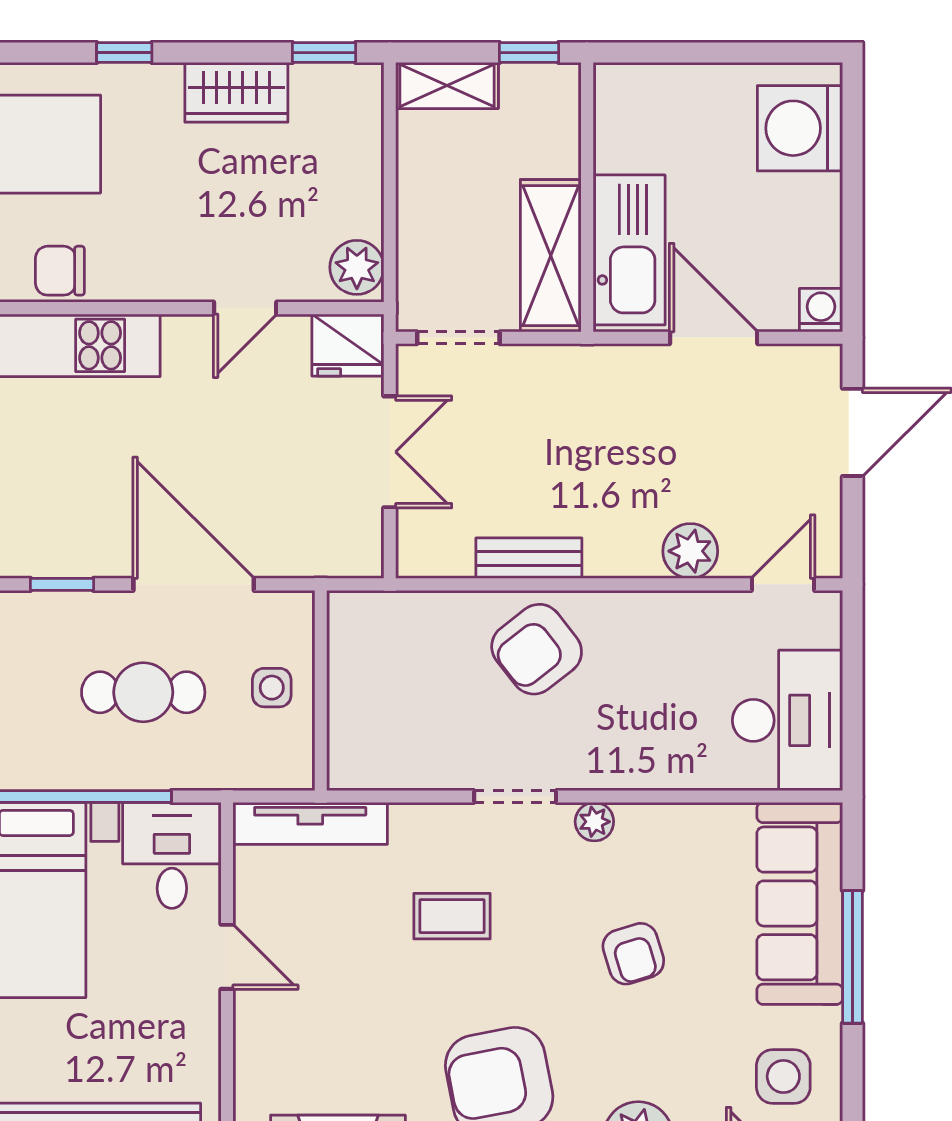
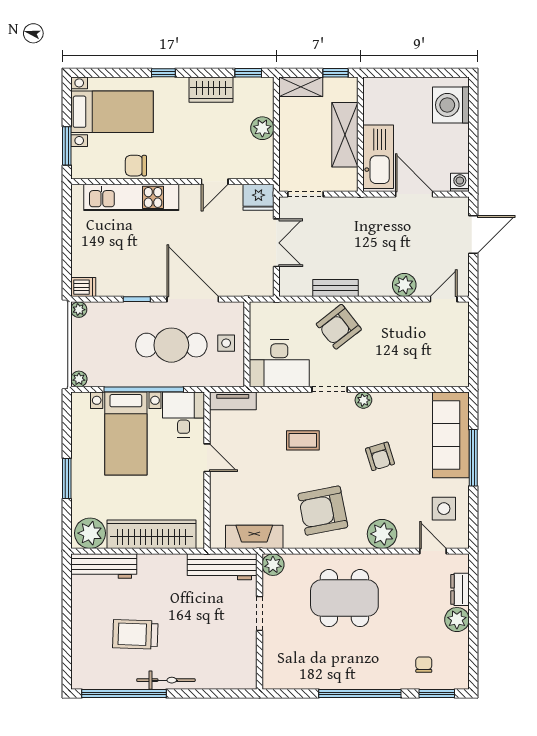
shelving: (551, 256) -> (345, 135), moved
plant: (357, 267) -> (262, 128), moved
cafe table: (143, 692) -> (171, 345), width x1.37, depth x1.35
desk: (787, 720) -> (279, 363), moved, turned 90
tv unit: (310, 823) -> (233, 401), width x0.71

